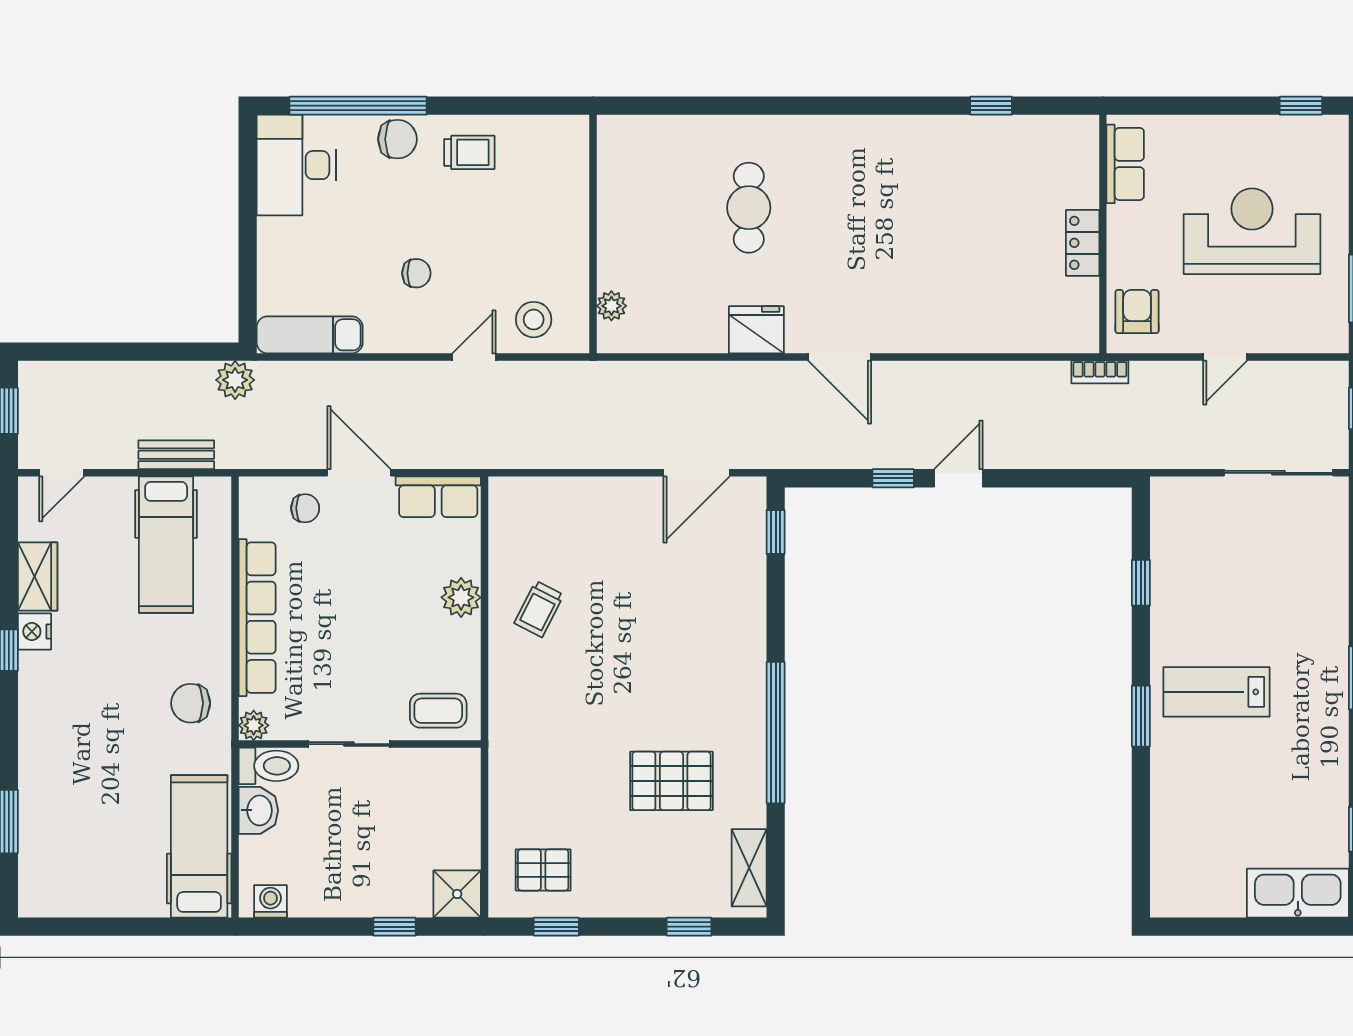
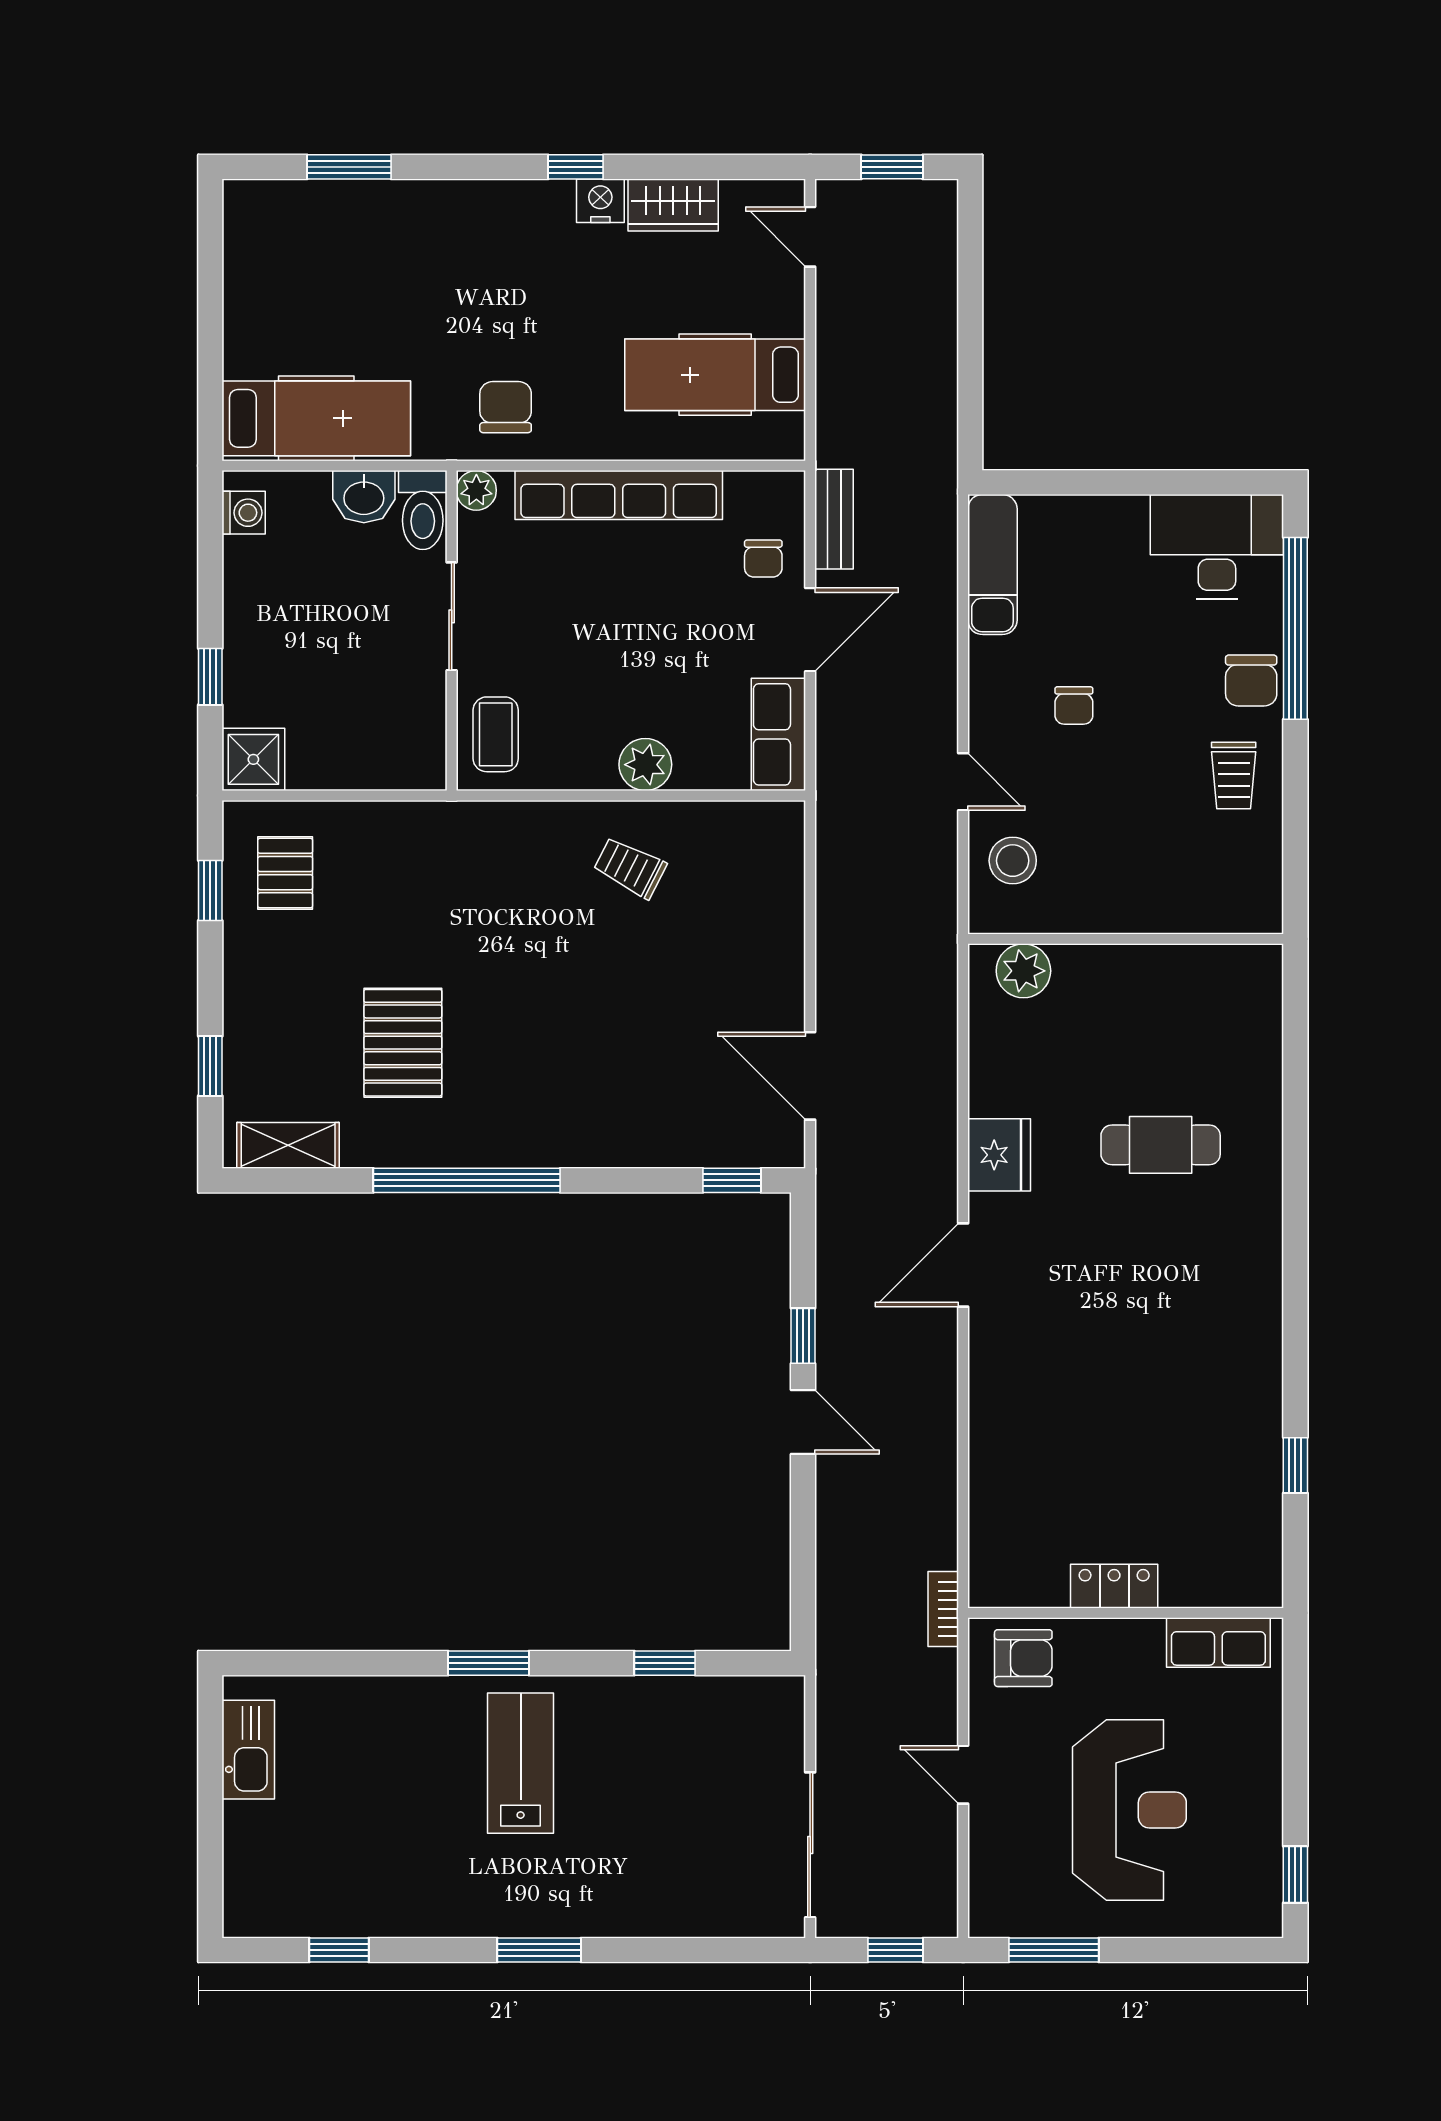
plant: (611, 306) -> (1023, 971), width x1.38, depth x1.38
plant: (235, 380) -> (933, 466), removed
bench: (176, 455) -> (834, 519), moved
kitchen sink: (1298, 893) -> (248, 1750), moved, width x0.73, depth x0.81

